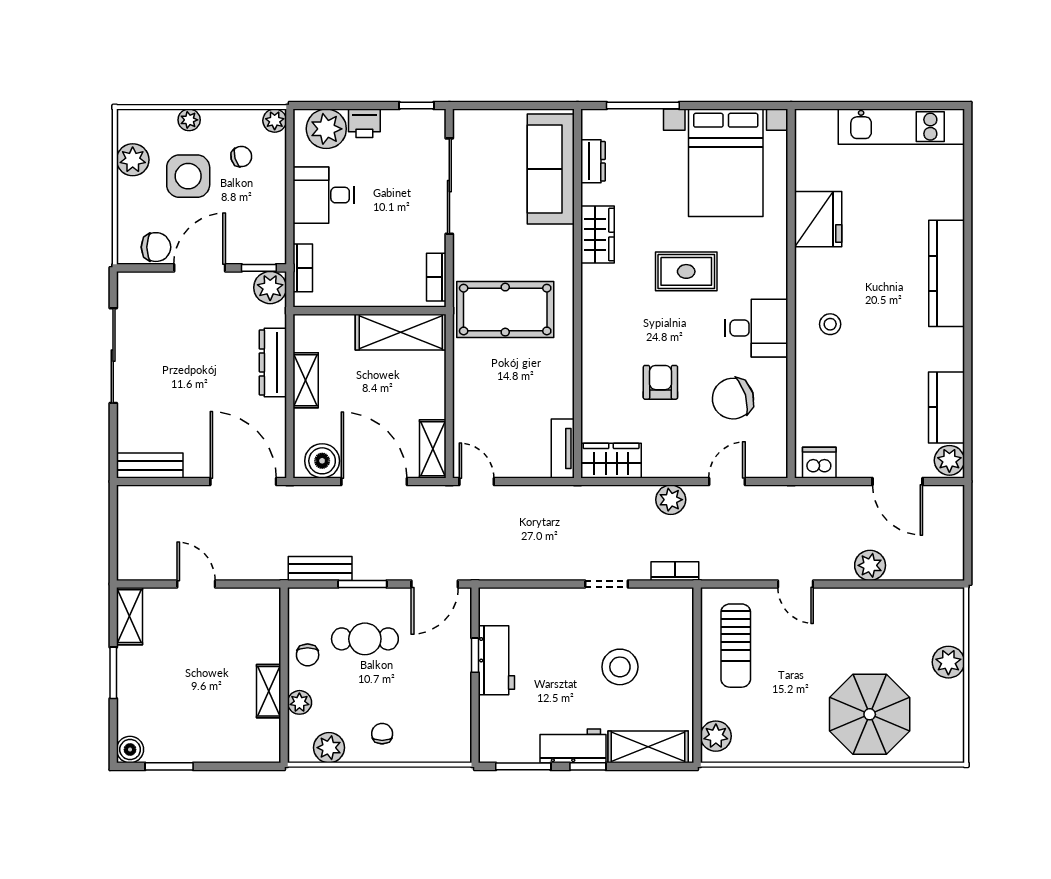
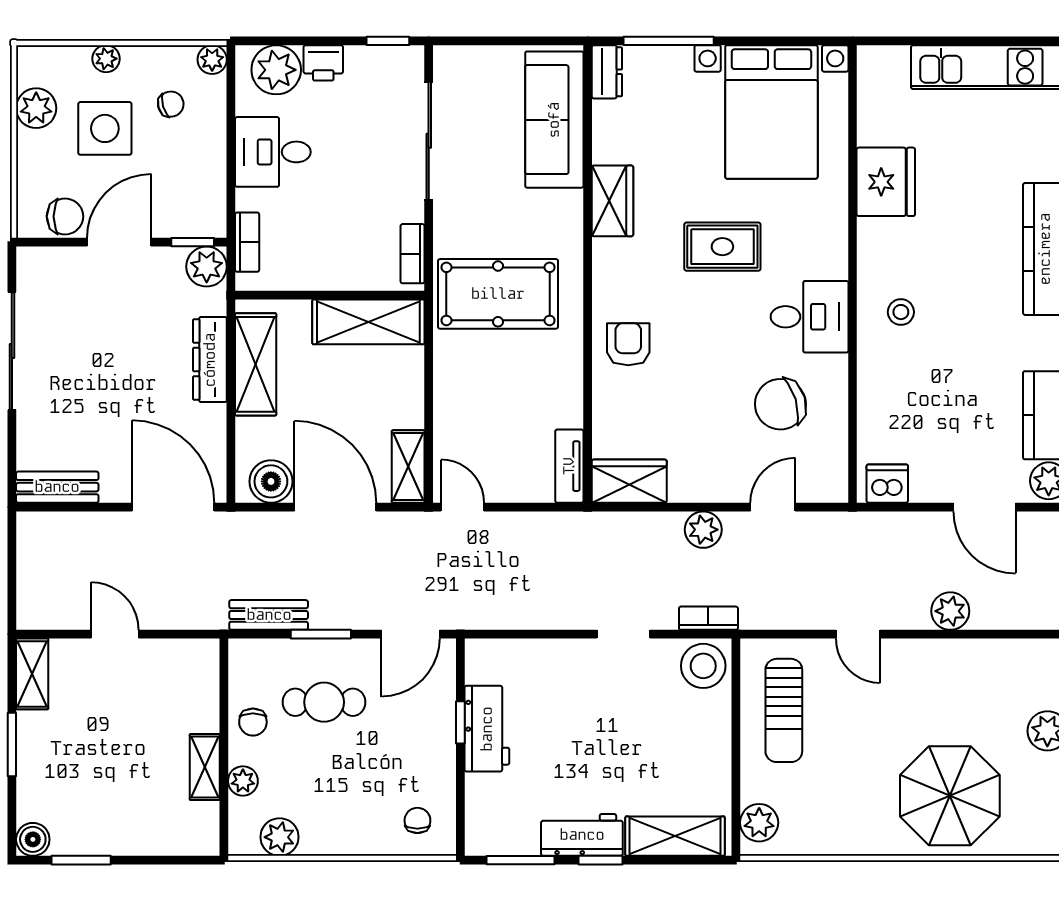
dresser: (593, 161) -> (607, 72), moved
shelving: (306, 380) -> (256, 364), width x1.50, depth x1.33
armchair: (660, 382) -> (628, 344), moved
stool: (620, 667) -> (703, 666), moved
chair: (382, 734) -> (417, 820), moved

